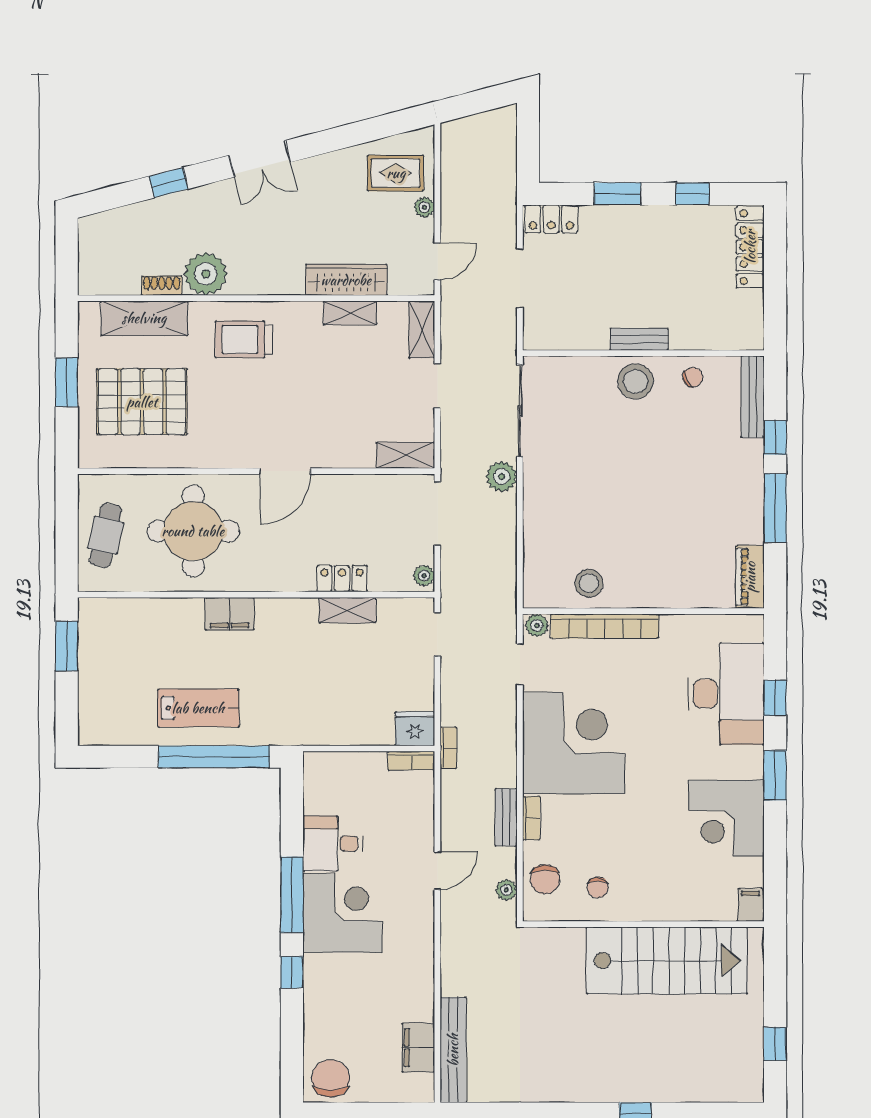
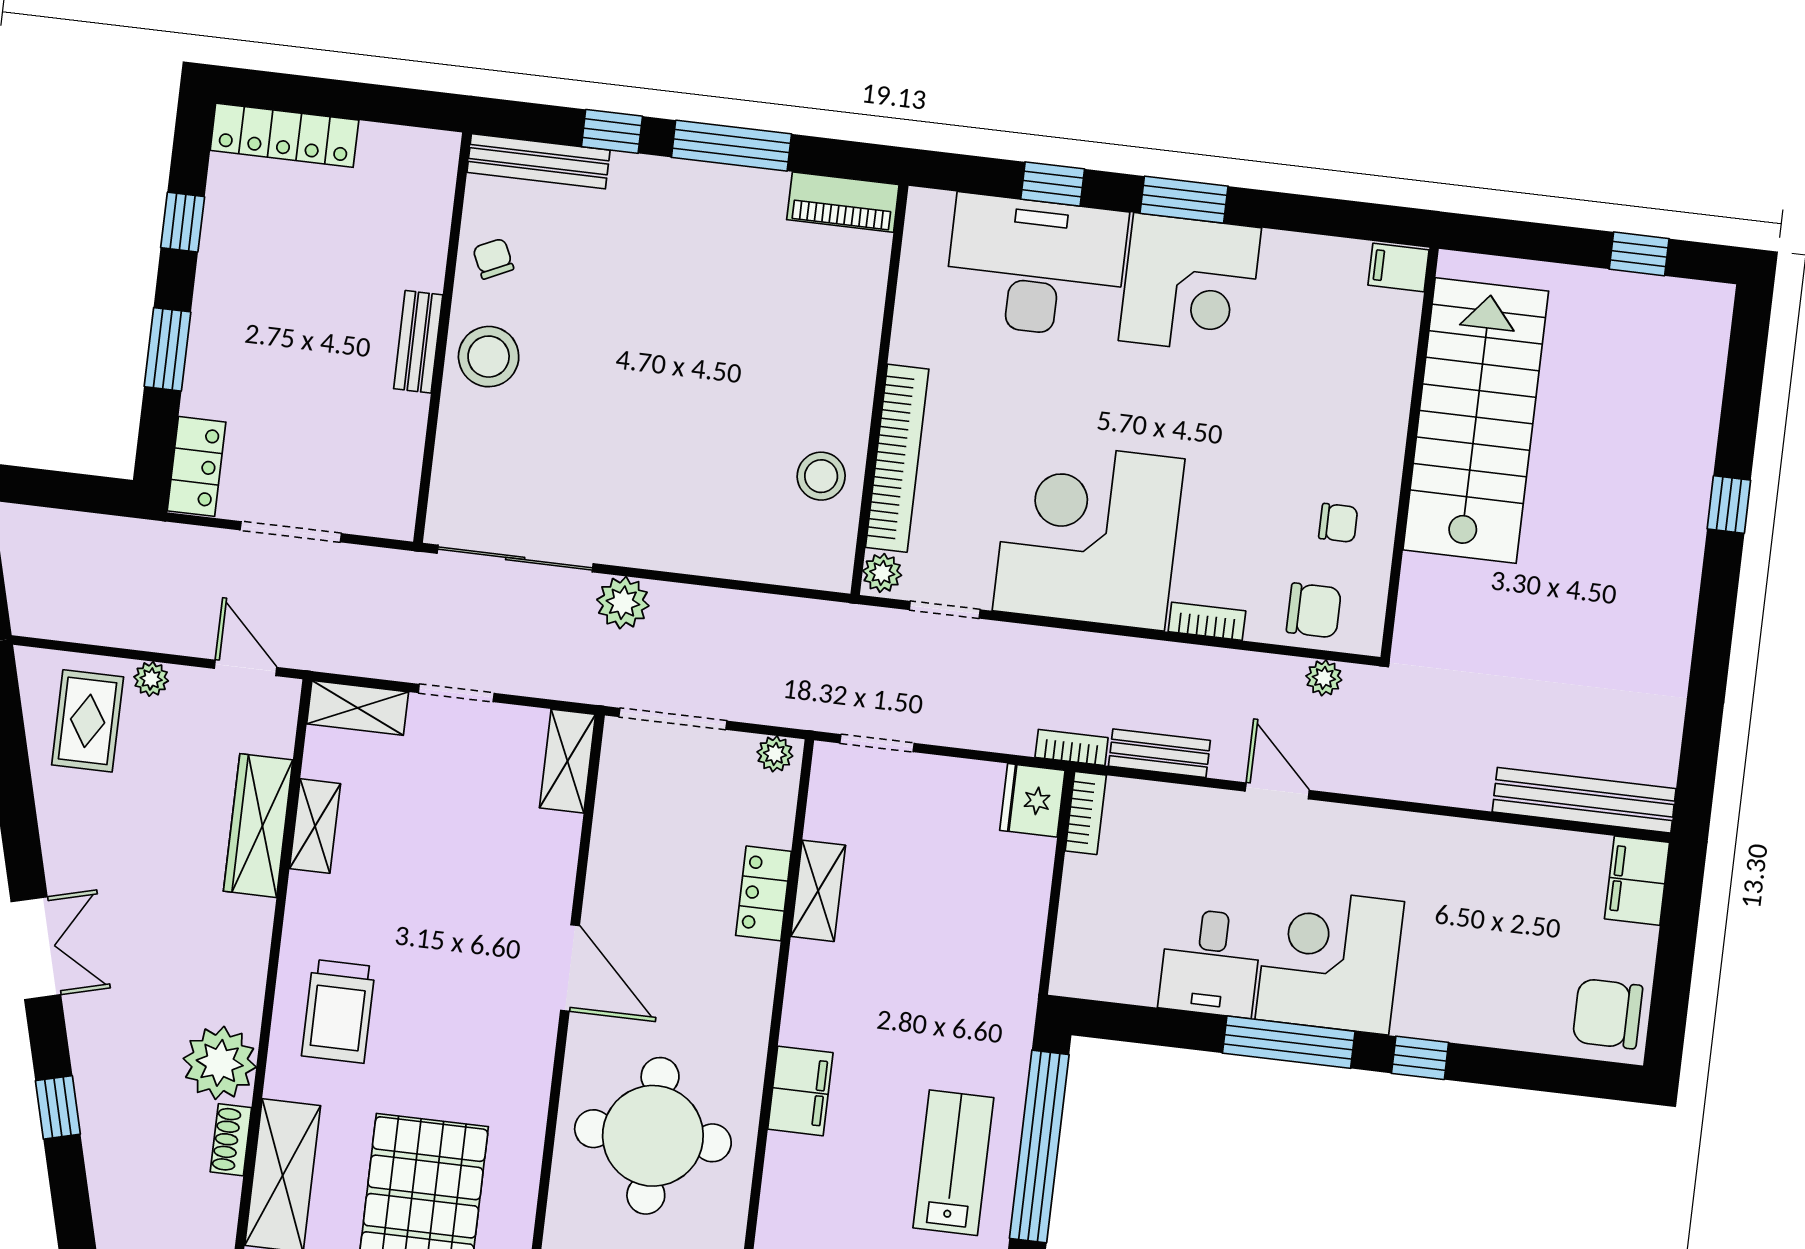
bench: (506, 817) -> (1159, 753), moved
corner desk: (726, 818) -> (1190, 284), moved
filing cabinet: (418, 1048) -> (1637, 881), moved, turned 90

